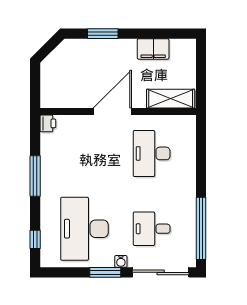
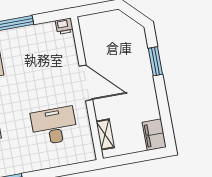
filing cabinet: (153, 49) -> (154, 135), moved
shelving: (171, 99) -> (105, 134), width x0.67, depth x0.75

